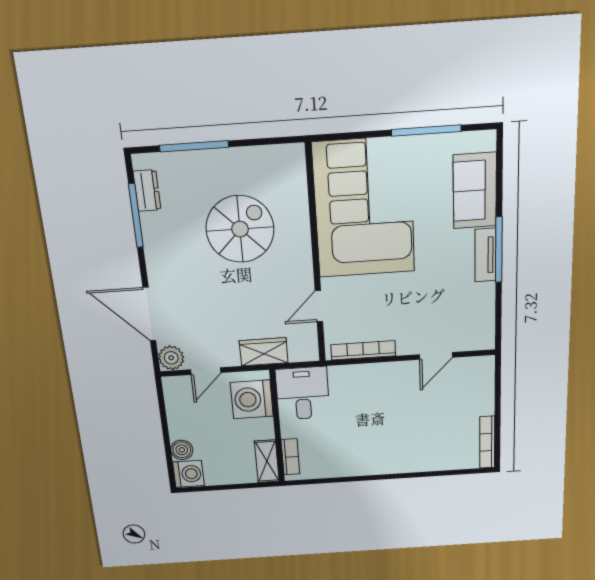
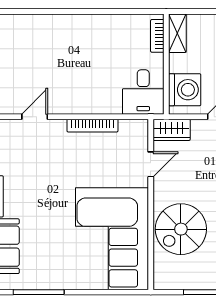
corner sofa: (364, 208) -> (112, 239), moved
wall: (316, 256) -> (151, 204), moved
door: (319, 306) -> (151, 164), moved

